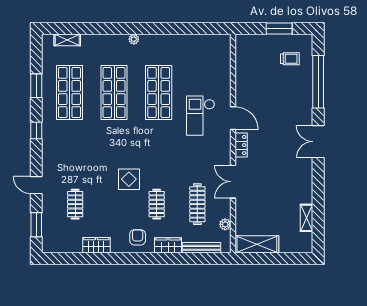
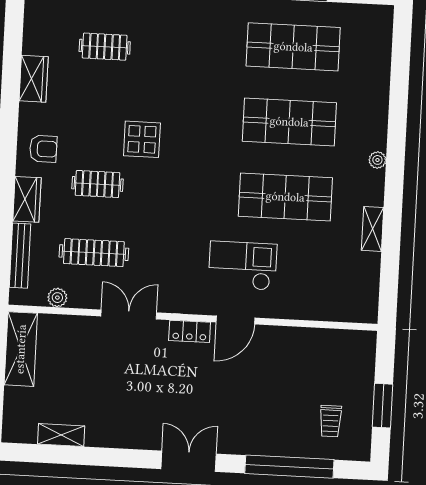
shelving: (67, 40) -> (373, 229), moved

